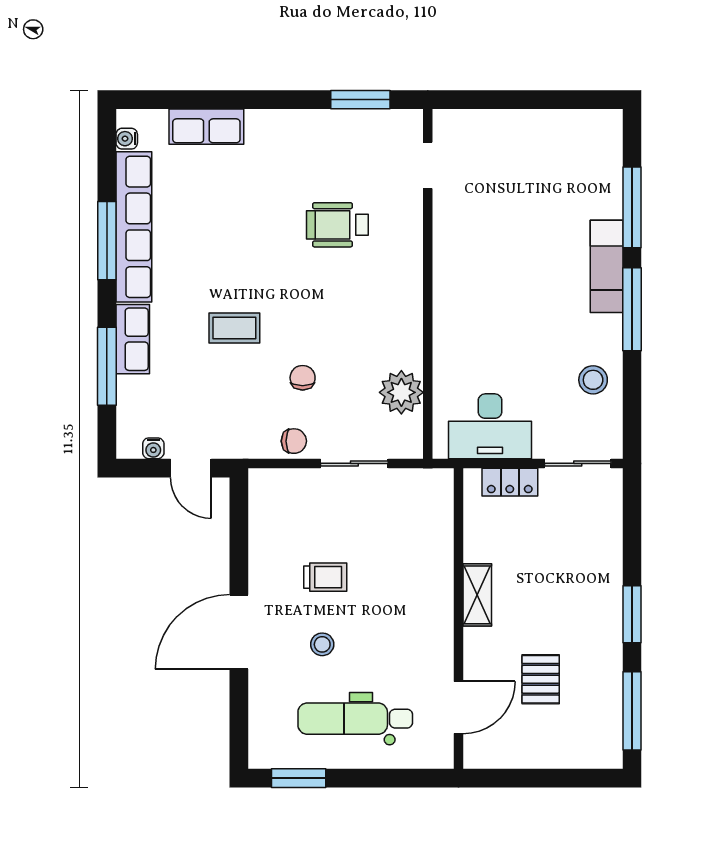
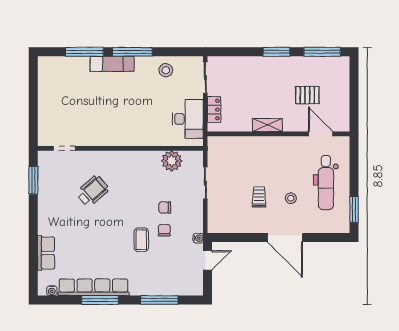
wheelchair: (337, 225) -> (93, 191), turned -131
row of seats: (133, 339) -> (147, 288), removed
chair: (294, 441) -> (164, 230), moved
water cooler: (153, 448) -> (198, 238), moved

